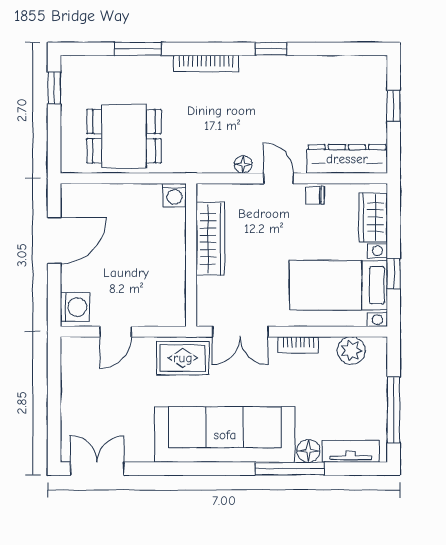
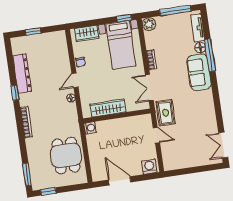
window: (138, 49) -> (27, 174), moved
dresser: (347, 159) -> (22, 74), moved, turned 180
window: (394, 274) -> (124, 18), moved
door: (116, 332) -> (156, 135), moved
double door: (240, 332) -> (149, 88), swing flipped
plant: (351, 351) -> (149, 24), moved
sofa: (225, 435) -> (199, 72), width x0.54, depth x0.79

